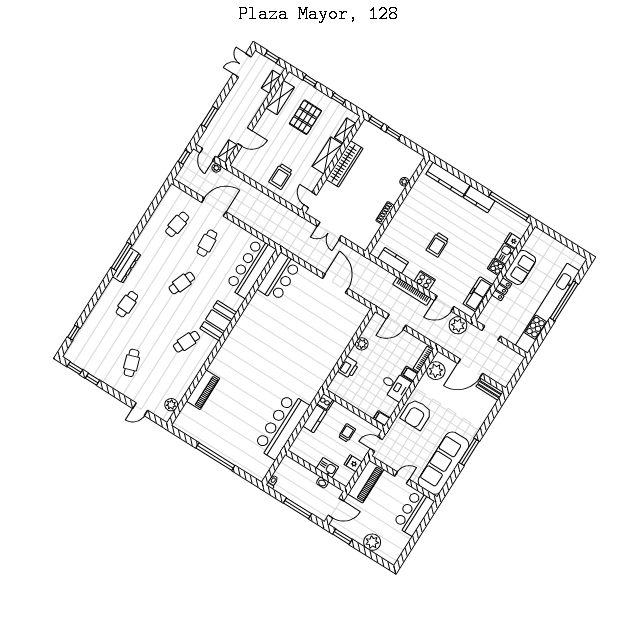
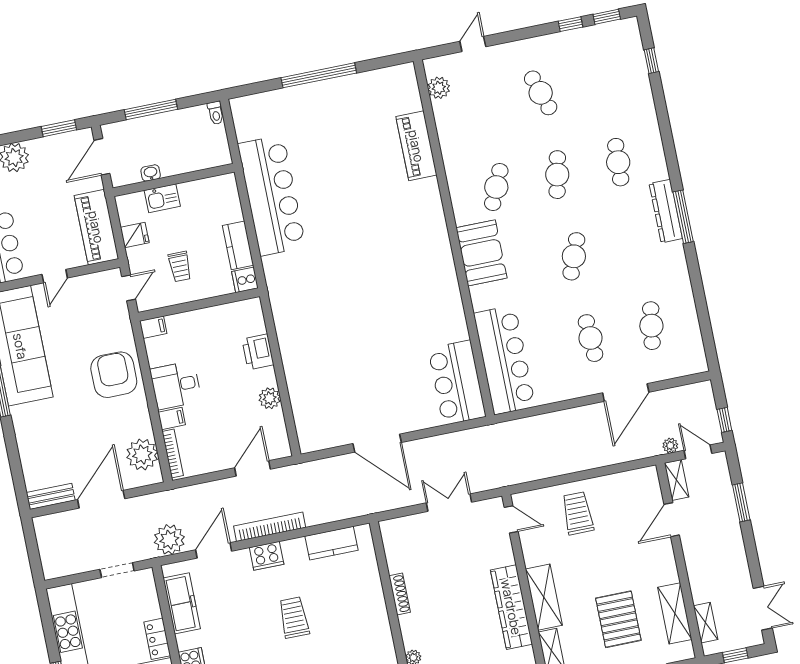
cafe table: (157, 323) -> (557, 175), added

